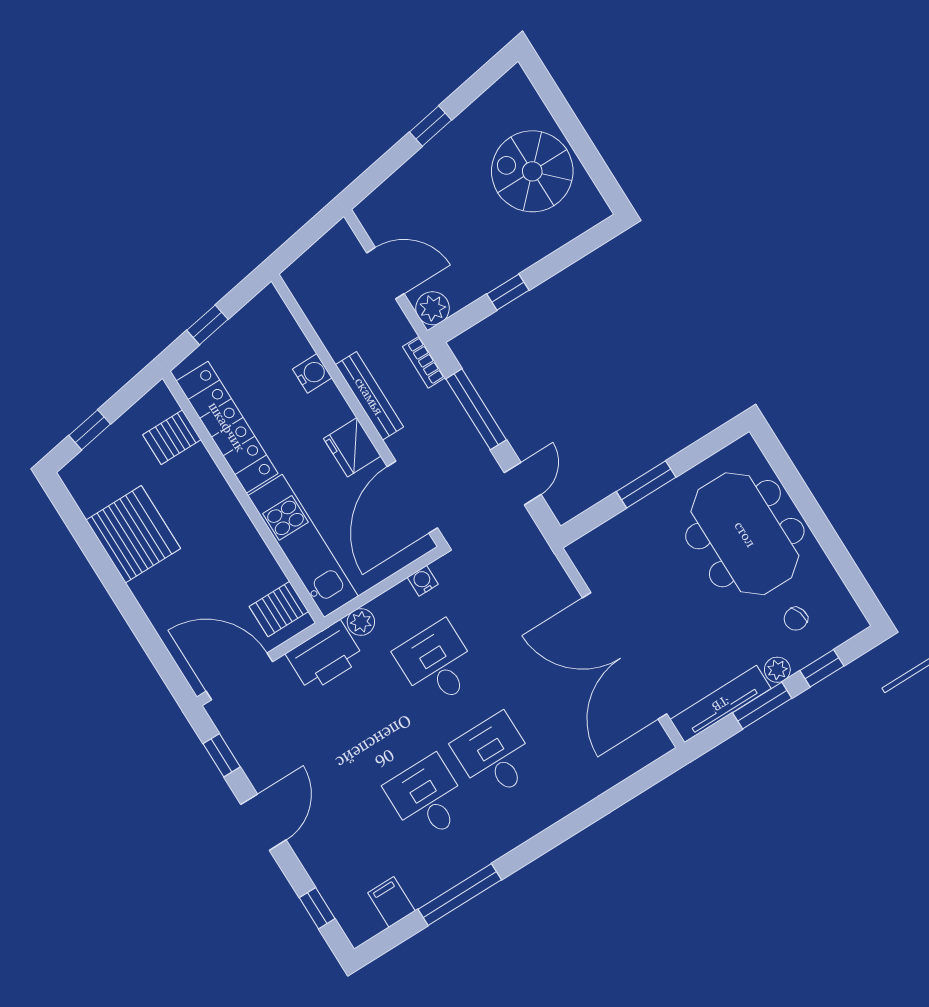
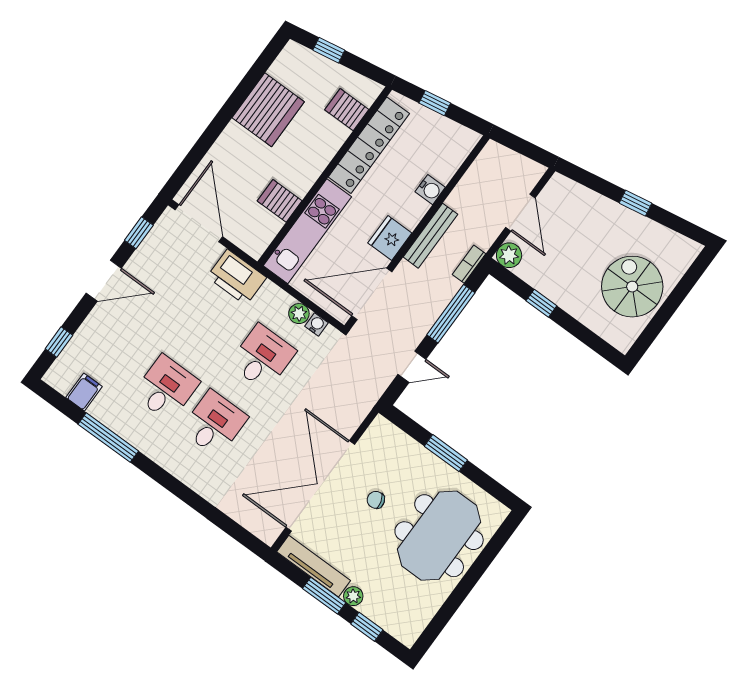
server rack: (279, 609) -> (280, 201), moved
chair: (796, 619) -> (376, 500), moved
plant: (361, 622) -> (299, 314), moved

